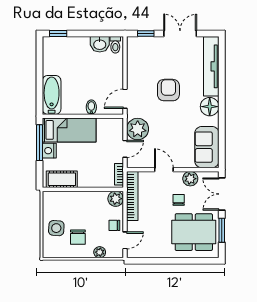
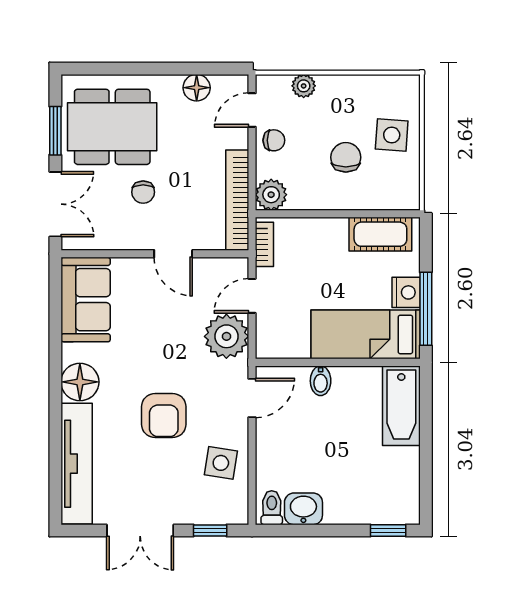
side table: (140, 67) -> (221, 463), added
plant: (190, 179) -> (119, 235), removed
chair: (78, 237) -> (346, 157), moved
floor lamp: (152, 251) -> (197, 88), added

